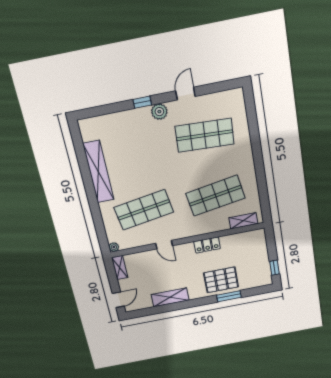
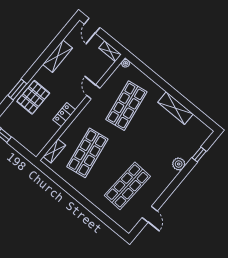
door: (185, 94) -> (150, 214), moved
window: (142, 102) -> (199, 155), moved
plant: (159, 112) -> (179, 164), moved
shelving: (98, 172) -> (175, 108), width x0.68
door: (164, 245) -> (93, 92), hinge flipped

